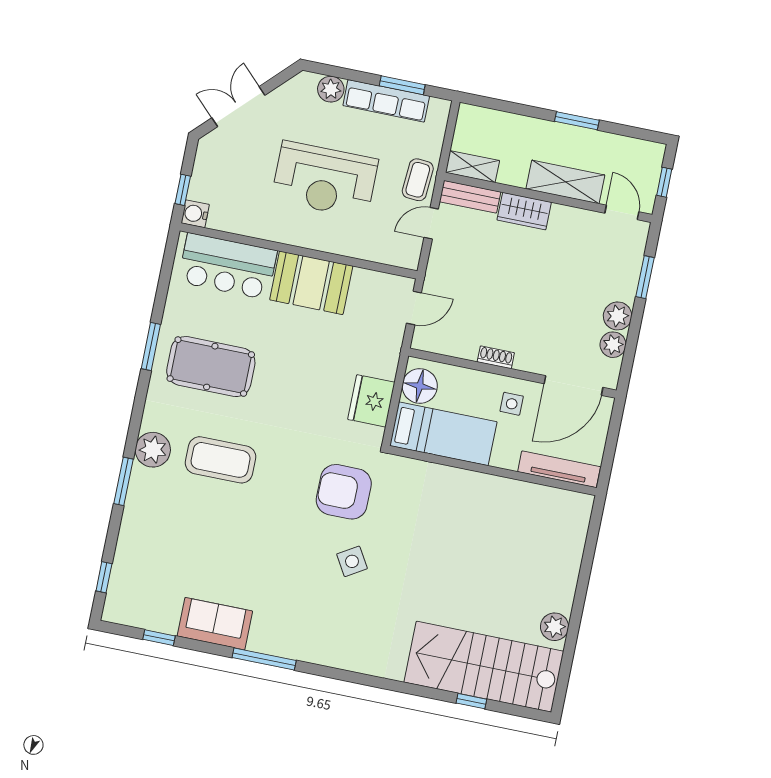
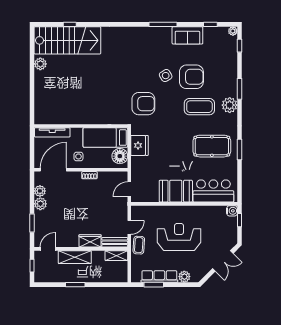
door: (622, 212) -> (48, 249), swing flipped
armchair: (225, 530) -> (191, 77), added
side table: (352, 561) -> (166, 76), moved
plant: (112, 613) -> (233, 31), added

